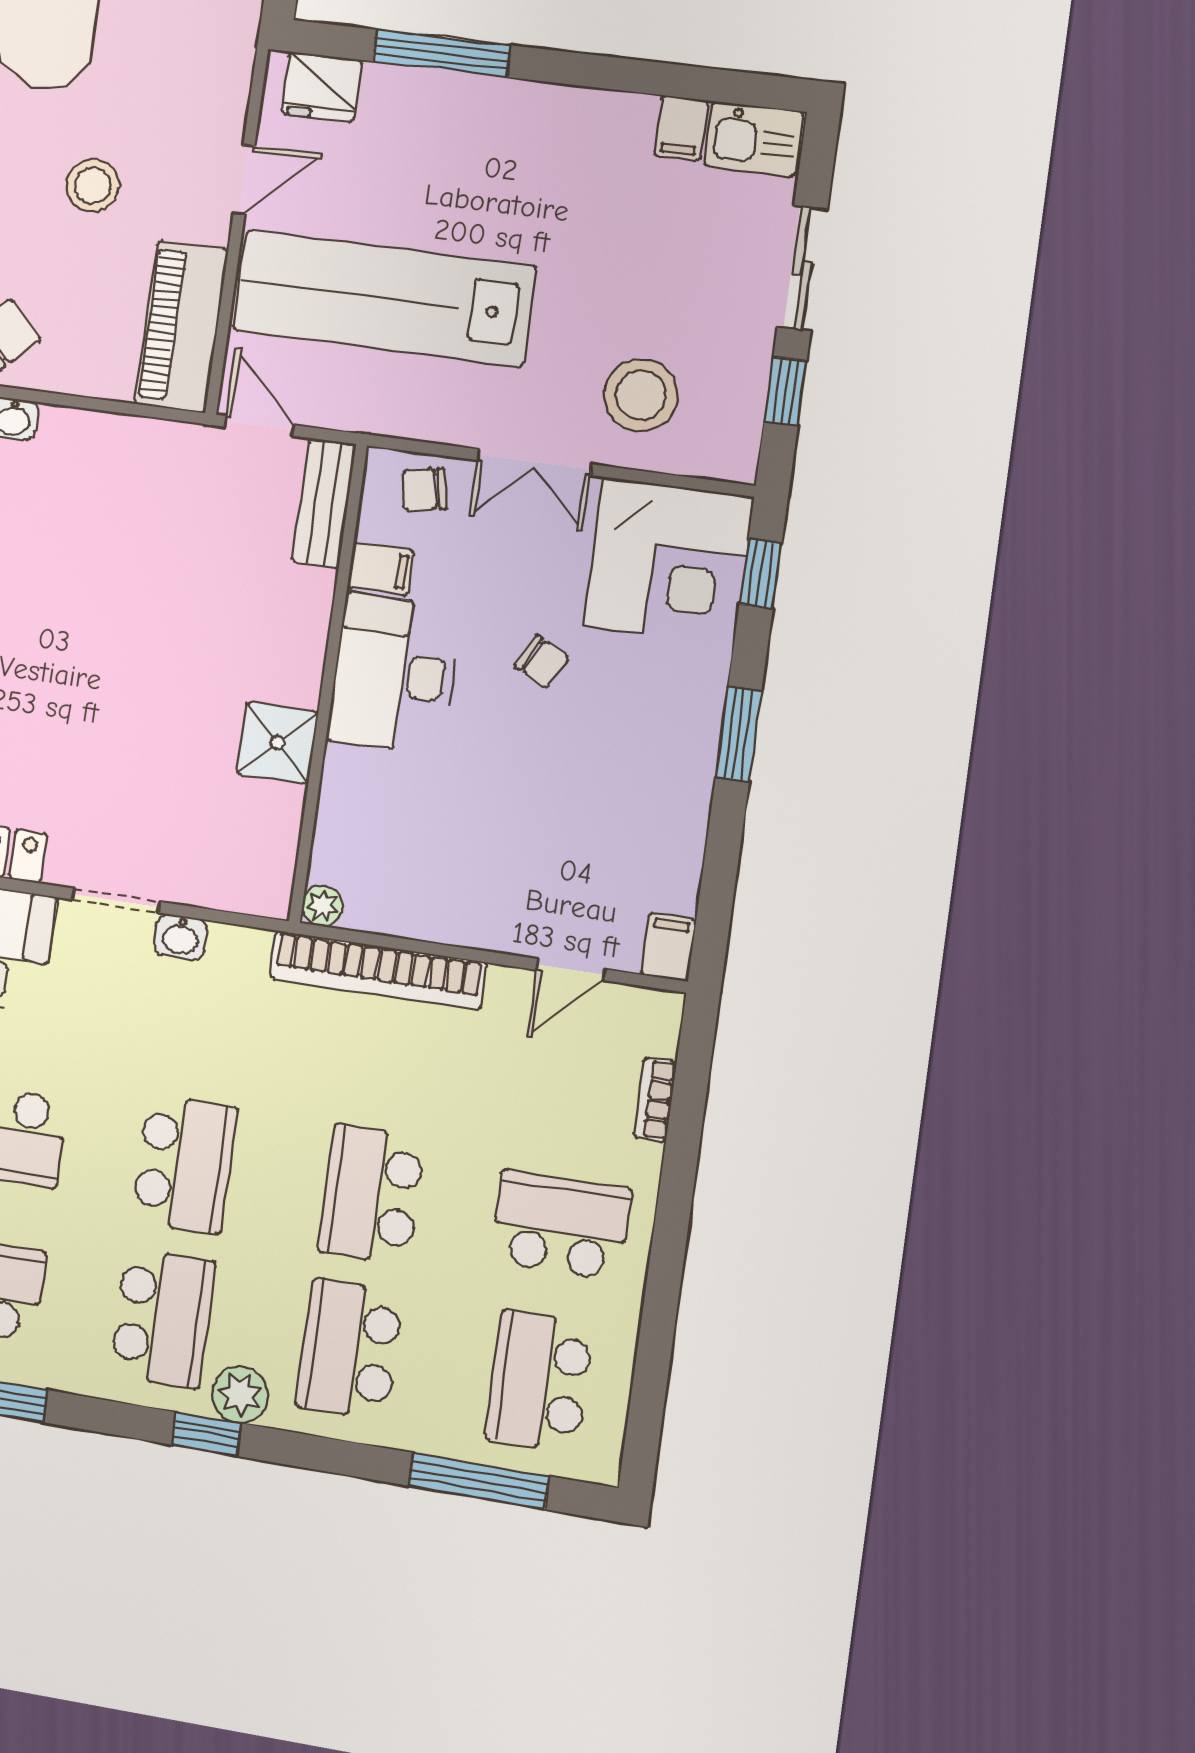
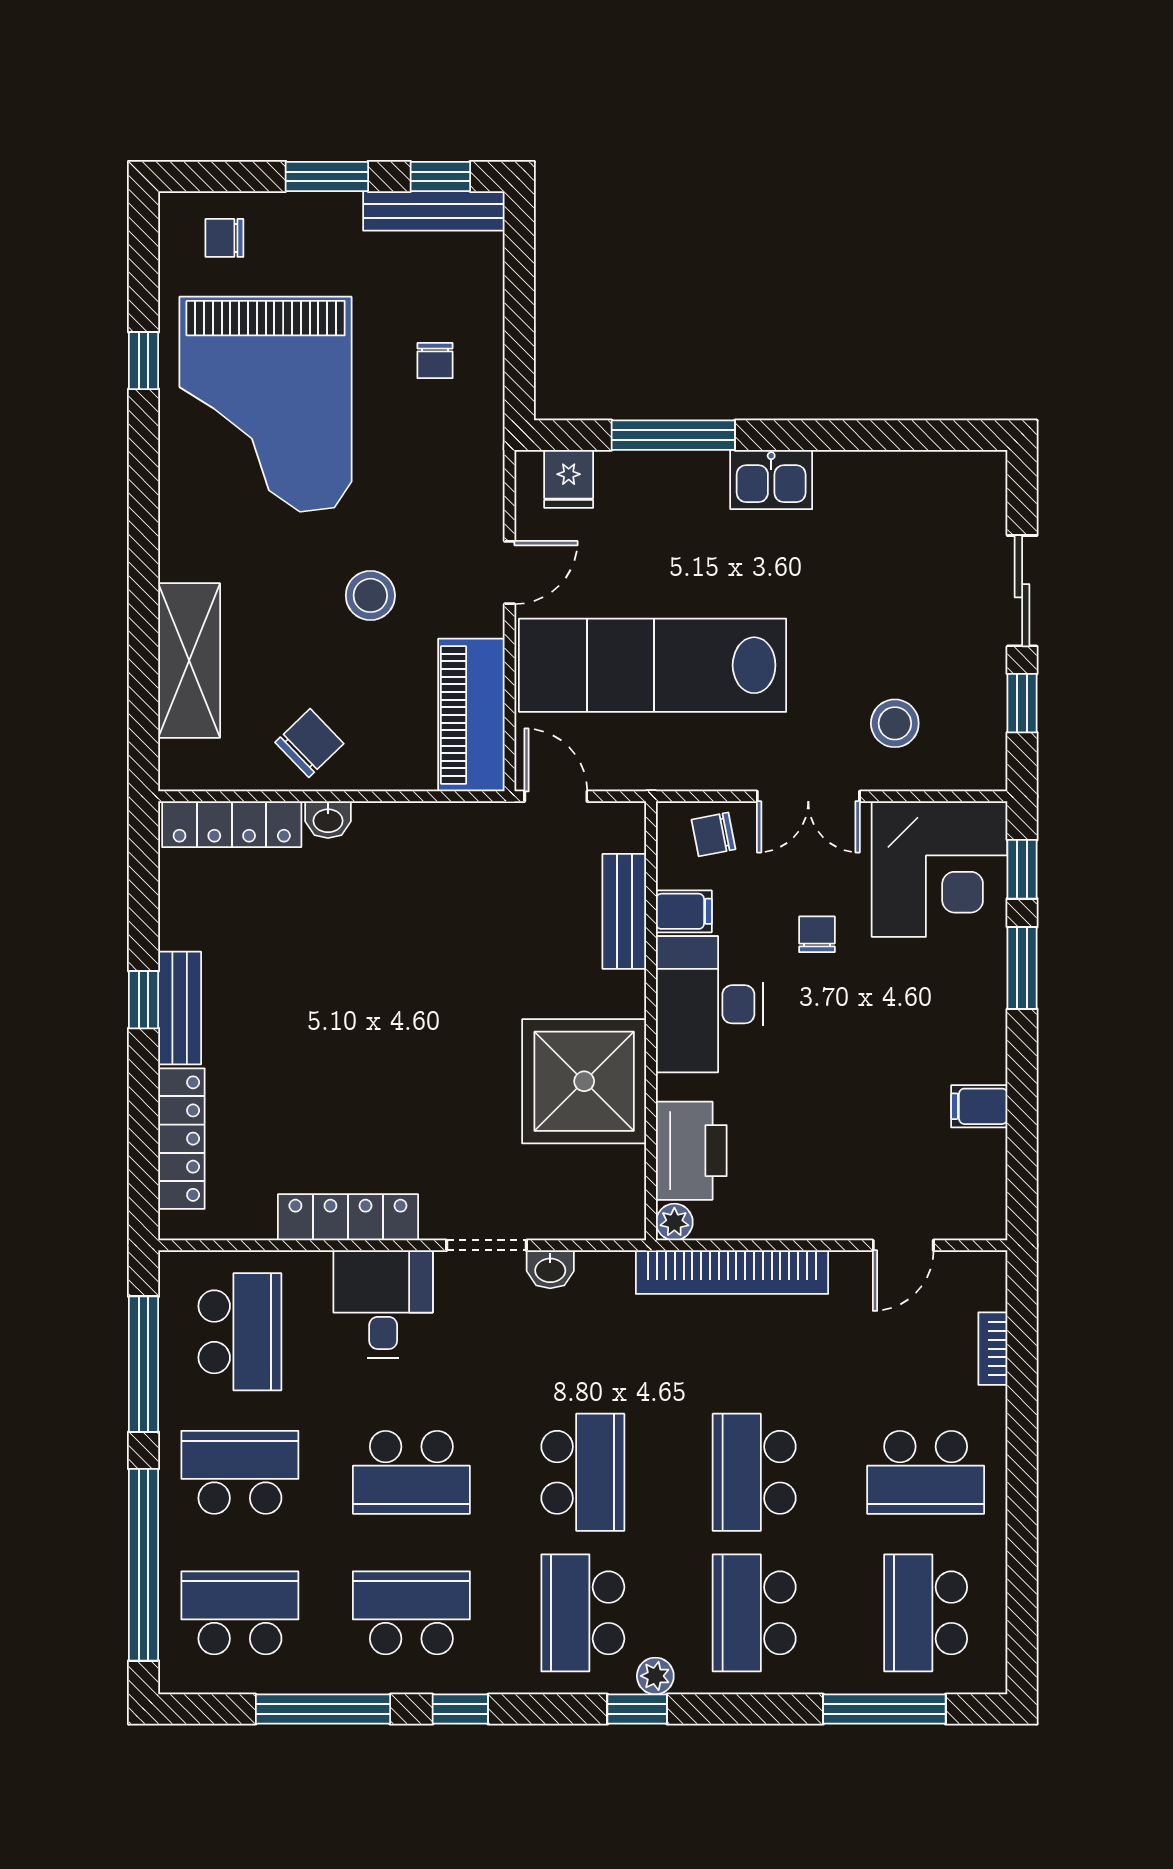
fridge: (322, 87) -> (569, 479), width x0.72
filing cabinet: (681, 128) -> (898, 478), removed
kitchen sink: (754, 139) -> (771, 479), moved
stool: (641, 395) -> (895, 723), width x0.73, depth x0.73
bench: (324, 503) -> (624, 911), moved
chair: (542, 662) -> (817, 934), moved, turned -118
window: (739, 734) -> (1022, 968), moved
shower: (277, 743) -> (584, 1081), width x1.86, depth x1.86
printer: (352, 831) -> (691, 1151), added
filing cabinet: (669, 947) -> (979, 1106), moved, turned -90
school desk: (561, 1225) -> (926, 1472), turned 180
school desk: (162, 1318) -> (583, 1613), turned 180
plant: (240, 1395) -> (655, 1676), width x0.73, depth x0.73

